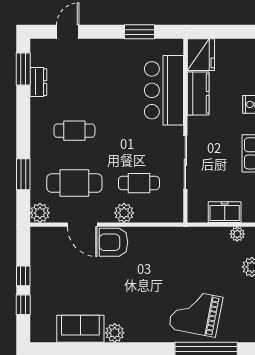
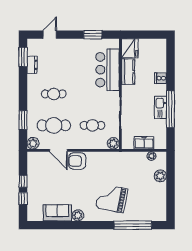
plant: (124, 213) -> (113, 143), moved
grand piano: (196, 313) -> (112, 198), moved

